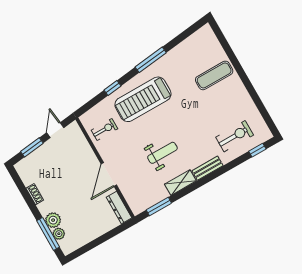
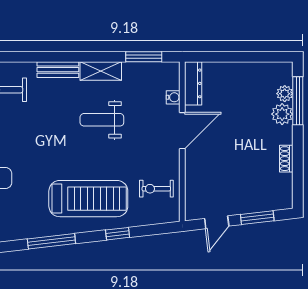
water cooler: (126, 192) -> (173, 97), added

